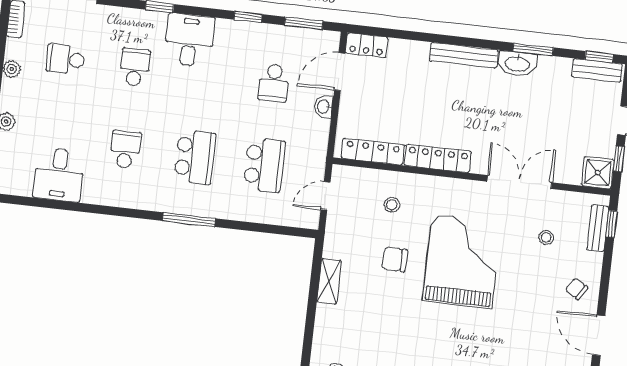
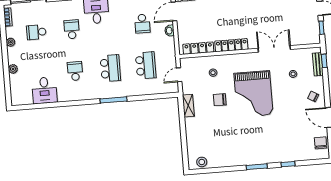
shower: (598, 173) -> (312, 37), removed
grand piano: (462, 261) -> (253, 94), turned 180
shelving: (329, 281) -> (188, 106), moved

